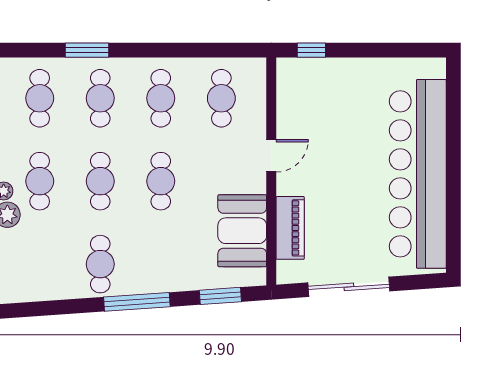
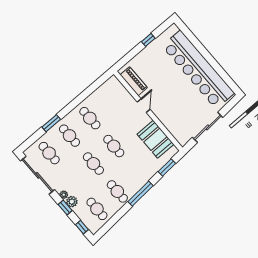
window: (311, 50) -> (148, 40), moved
cafe table: (221, 98) -> (110, 101), removed
cafe table: (40, 181) -> (97, 209), moved
piano: (290, 228) -> (134, 81), moved

